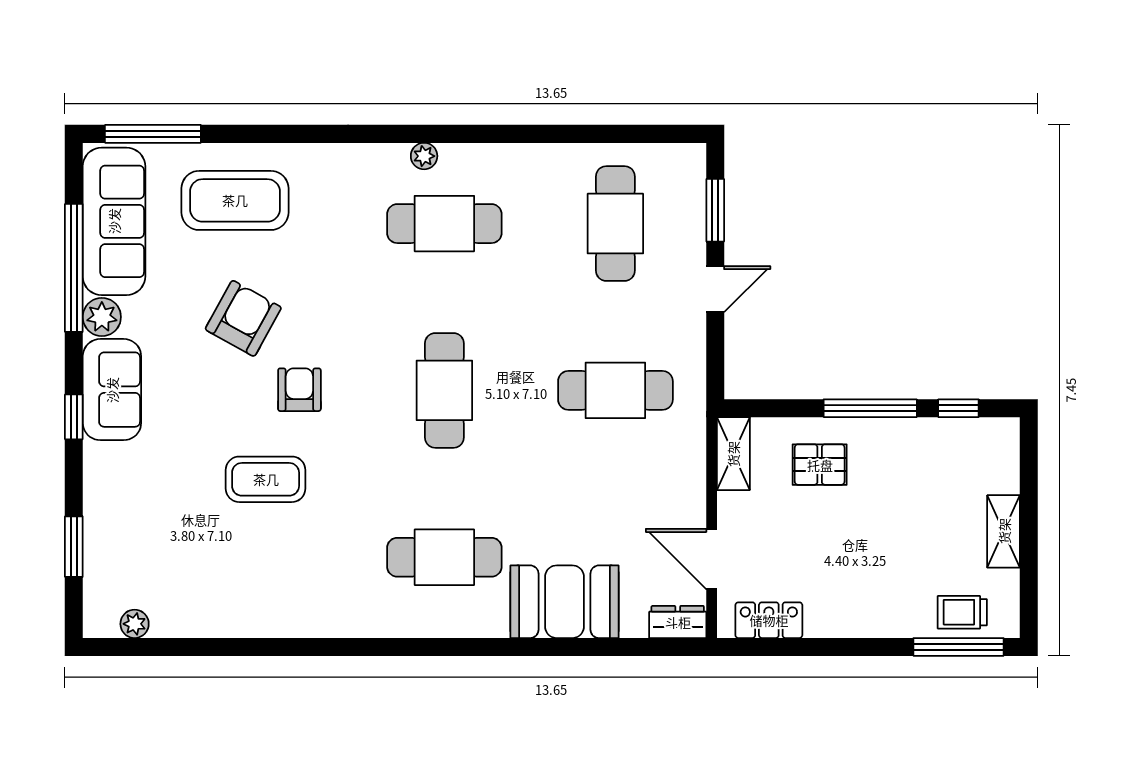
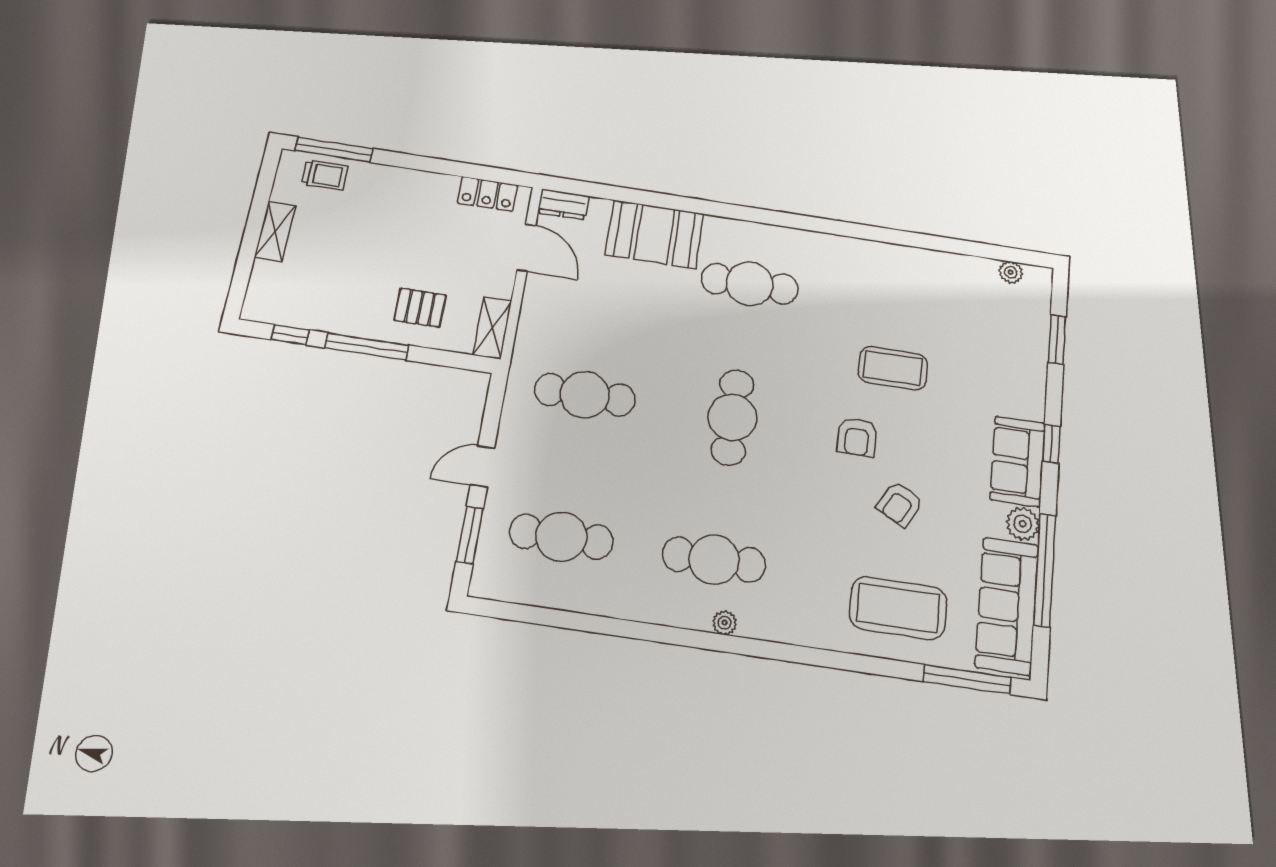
cafe table: (615, 224) -> (561, 537), turned 90
armchair: (243, 318) -> (900, 504), width x0.72, depth x0.72

